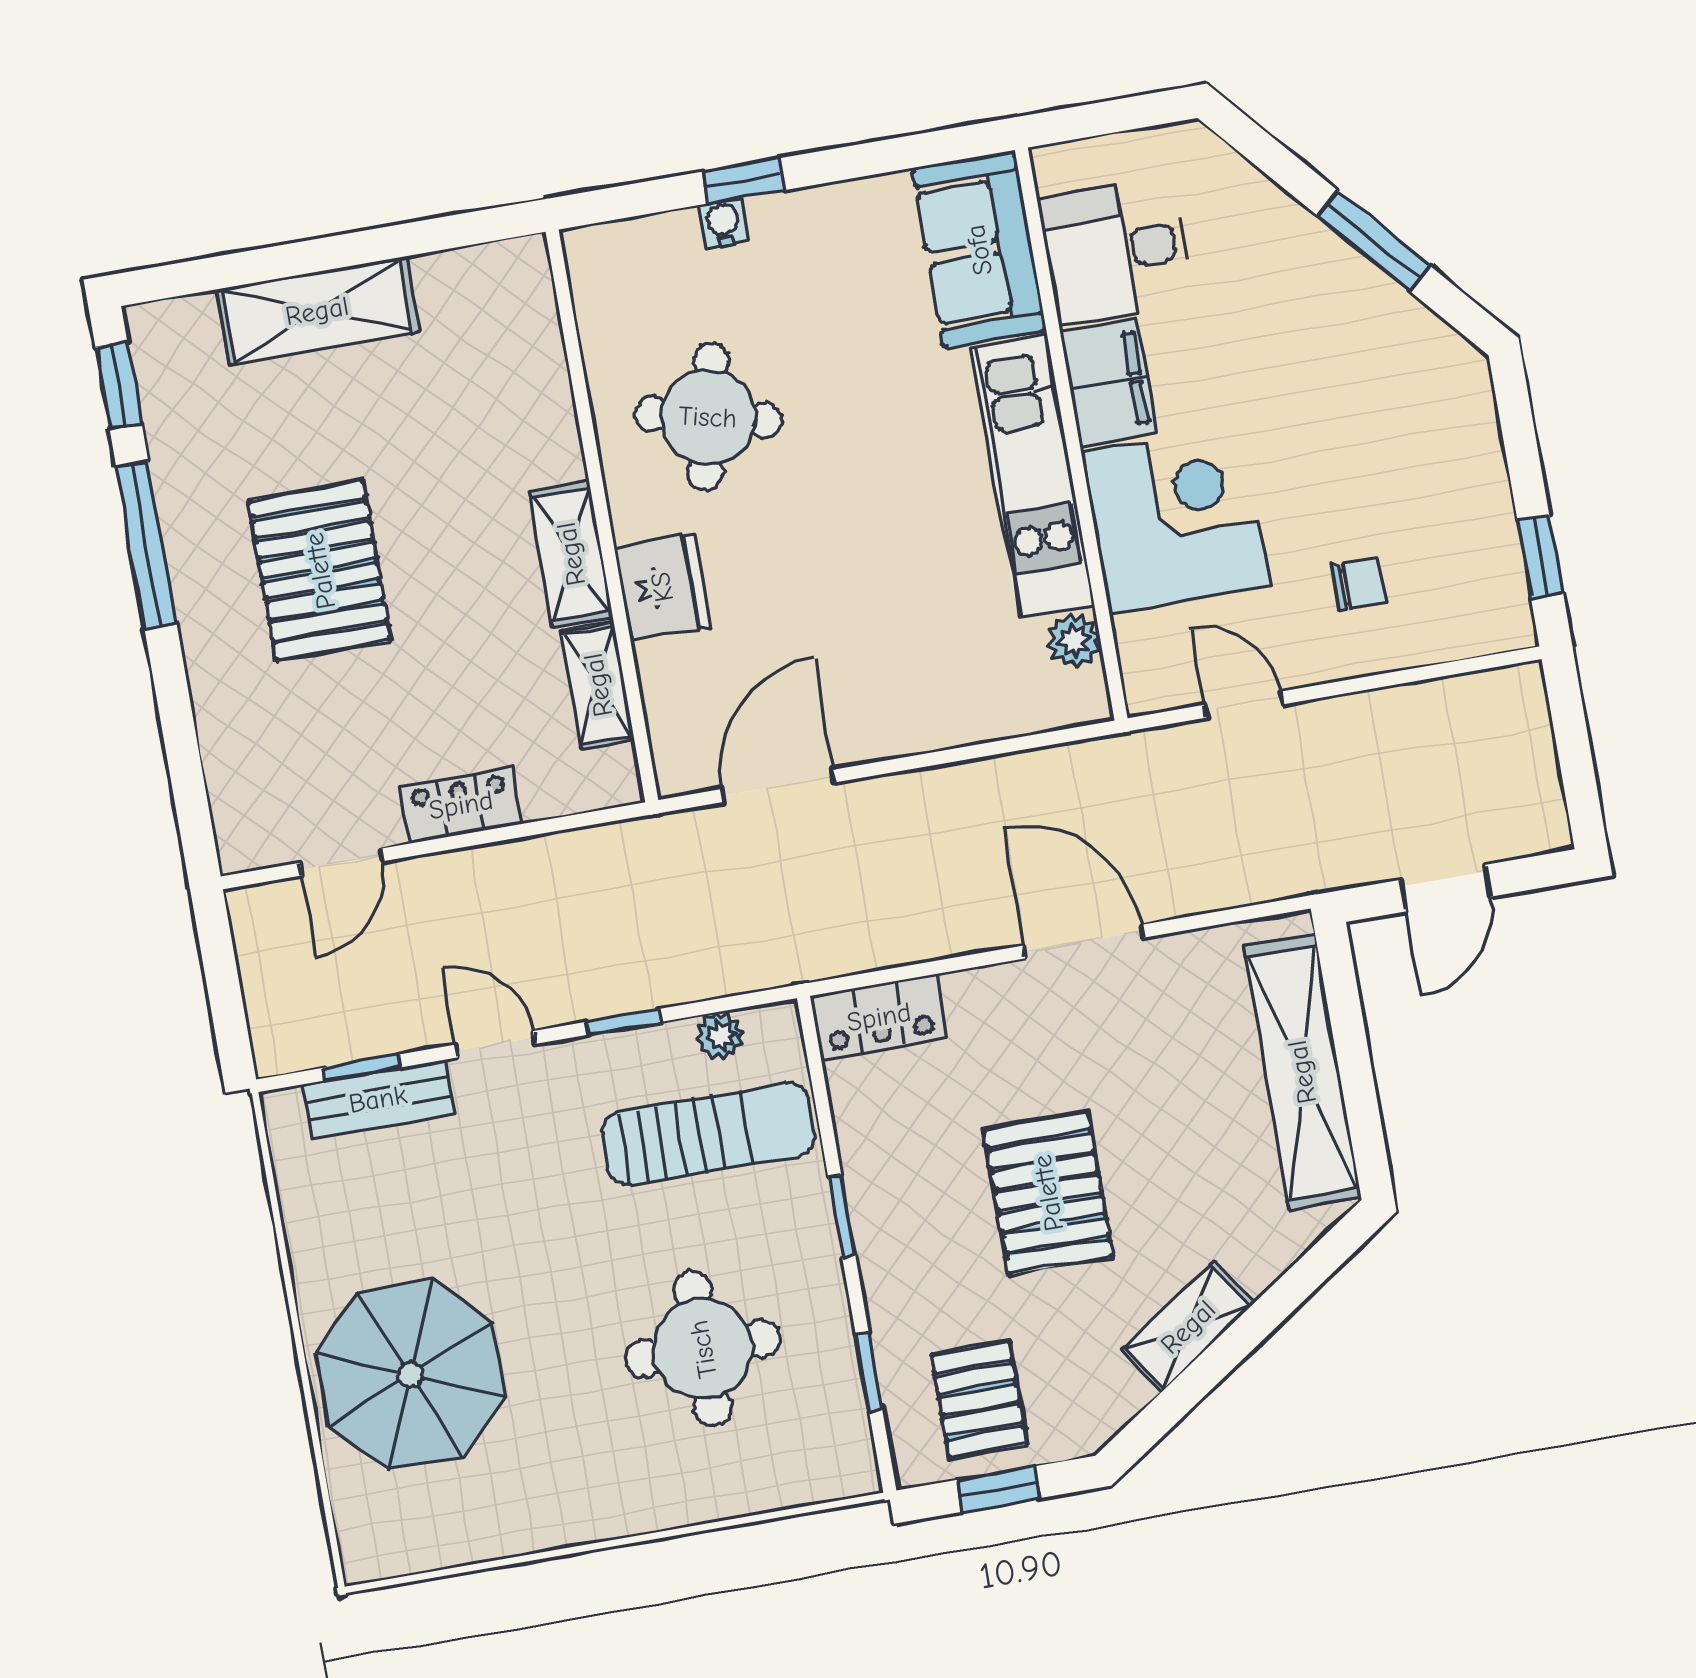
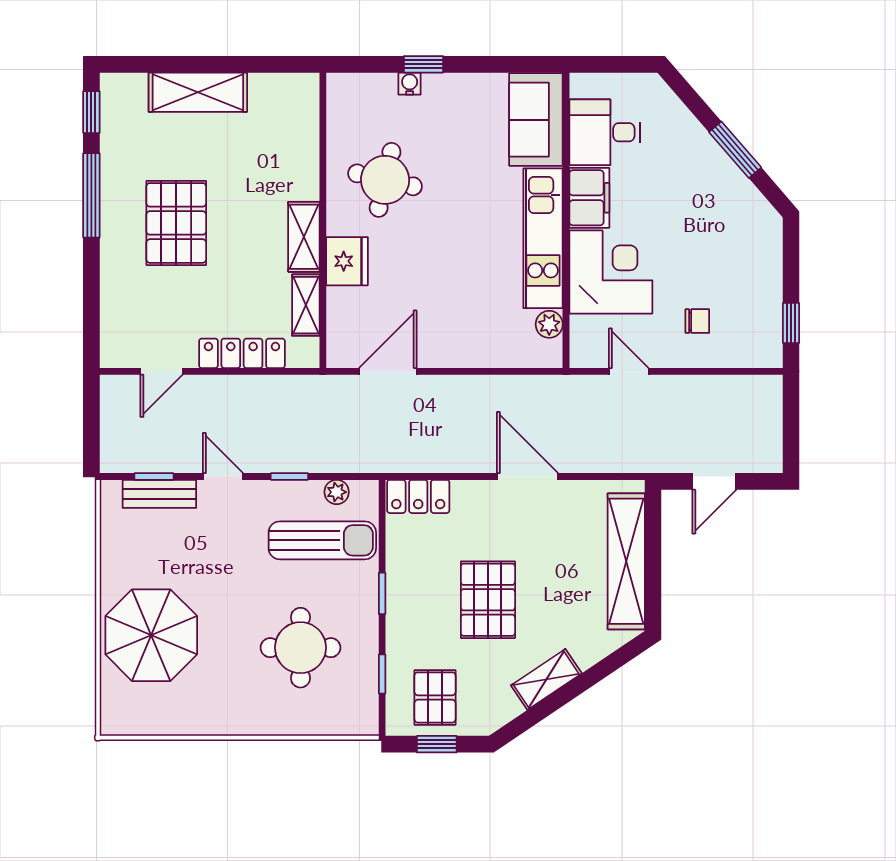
locker: (461, 805) -> (242, 353), width x1.53

